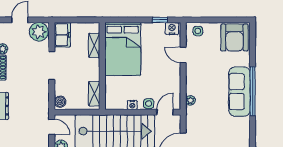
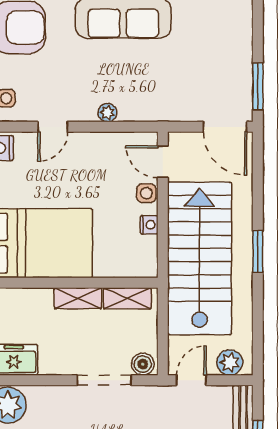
shelving: (94, 45) -> (78, 298), moved
doorway: (52, 66) -> (104, 380), moved
plant: (190, 100) -> (107, 113), moved

